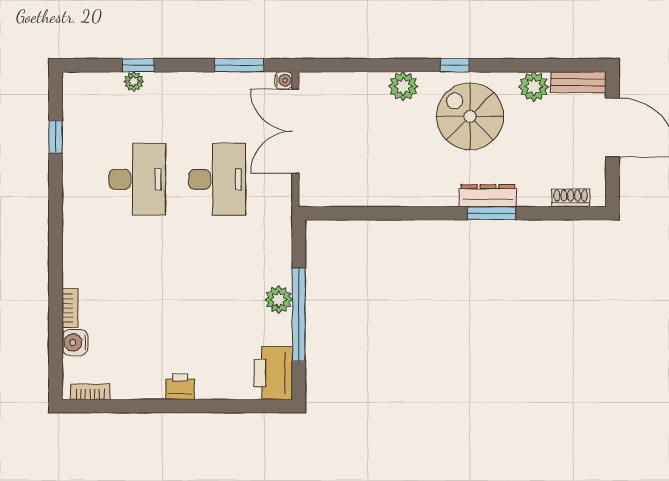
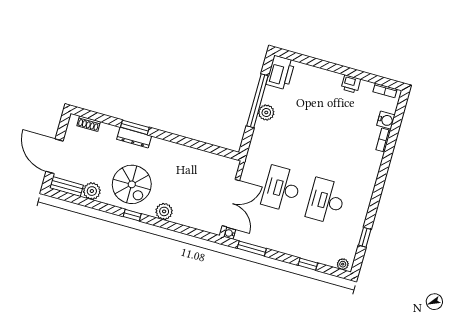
plant: (134, 81) -> (343, 264), moved
printer: (180, 387) -> (351, 84), moved

